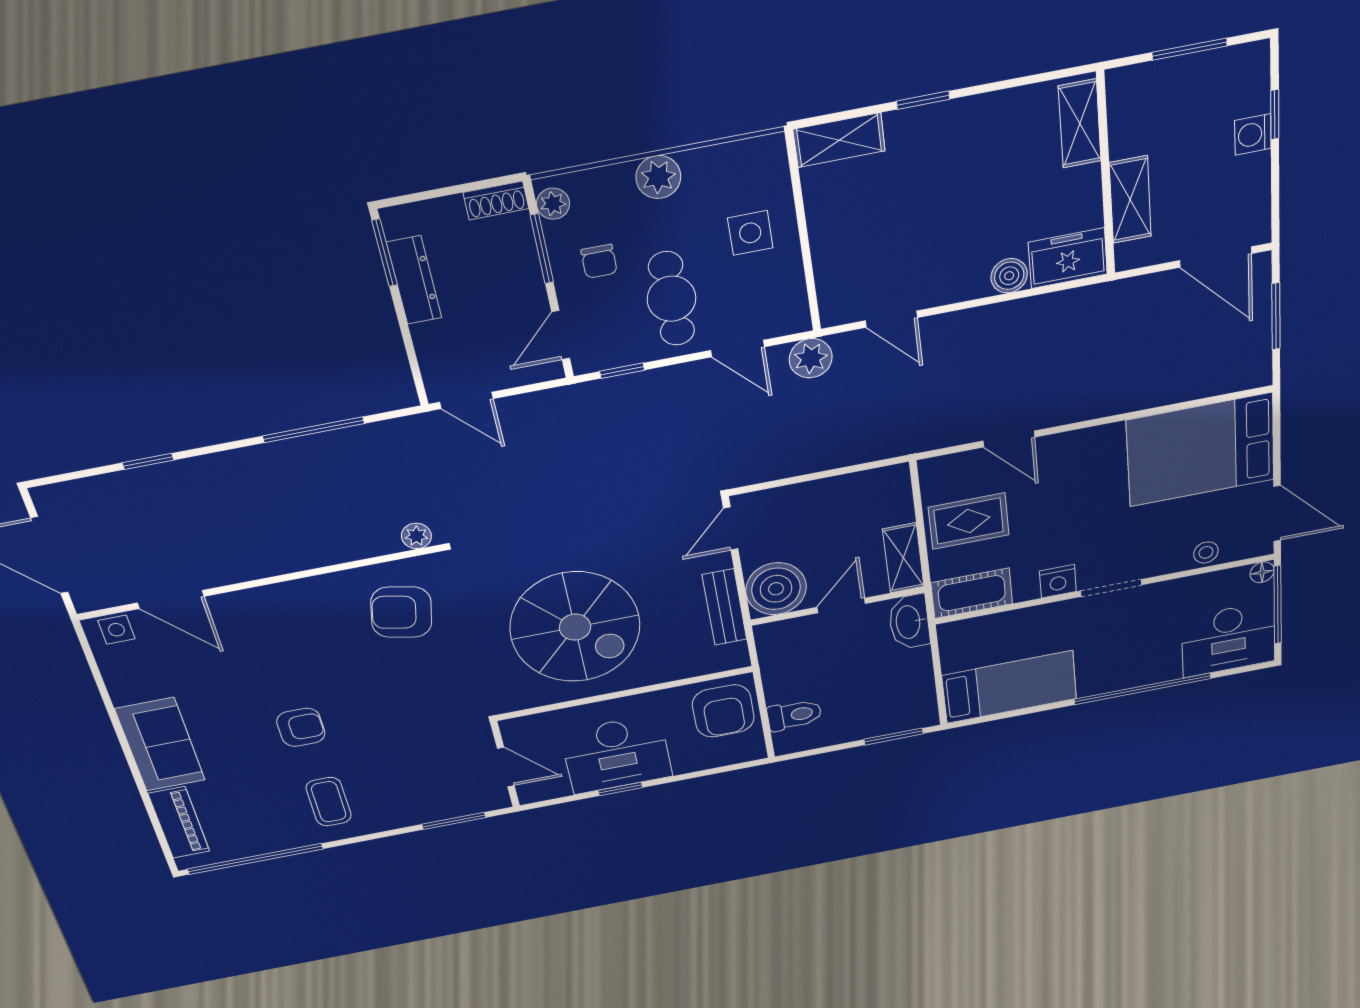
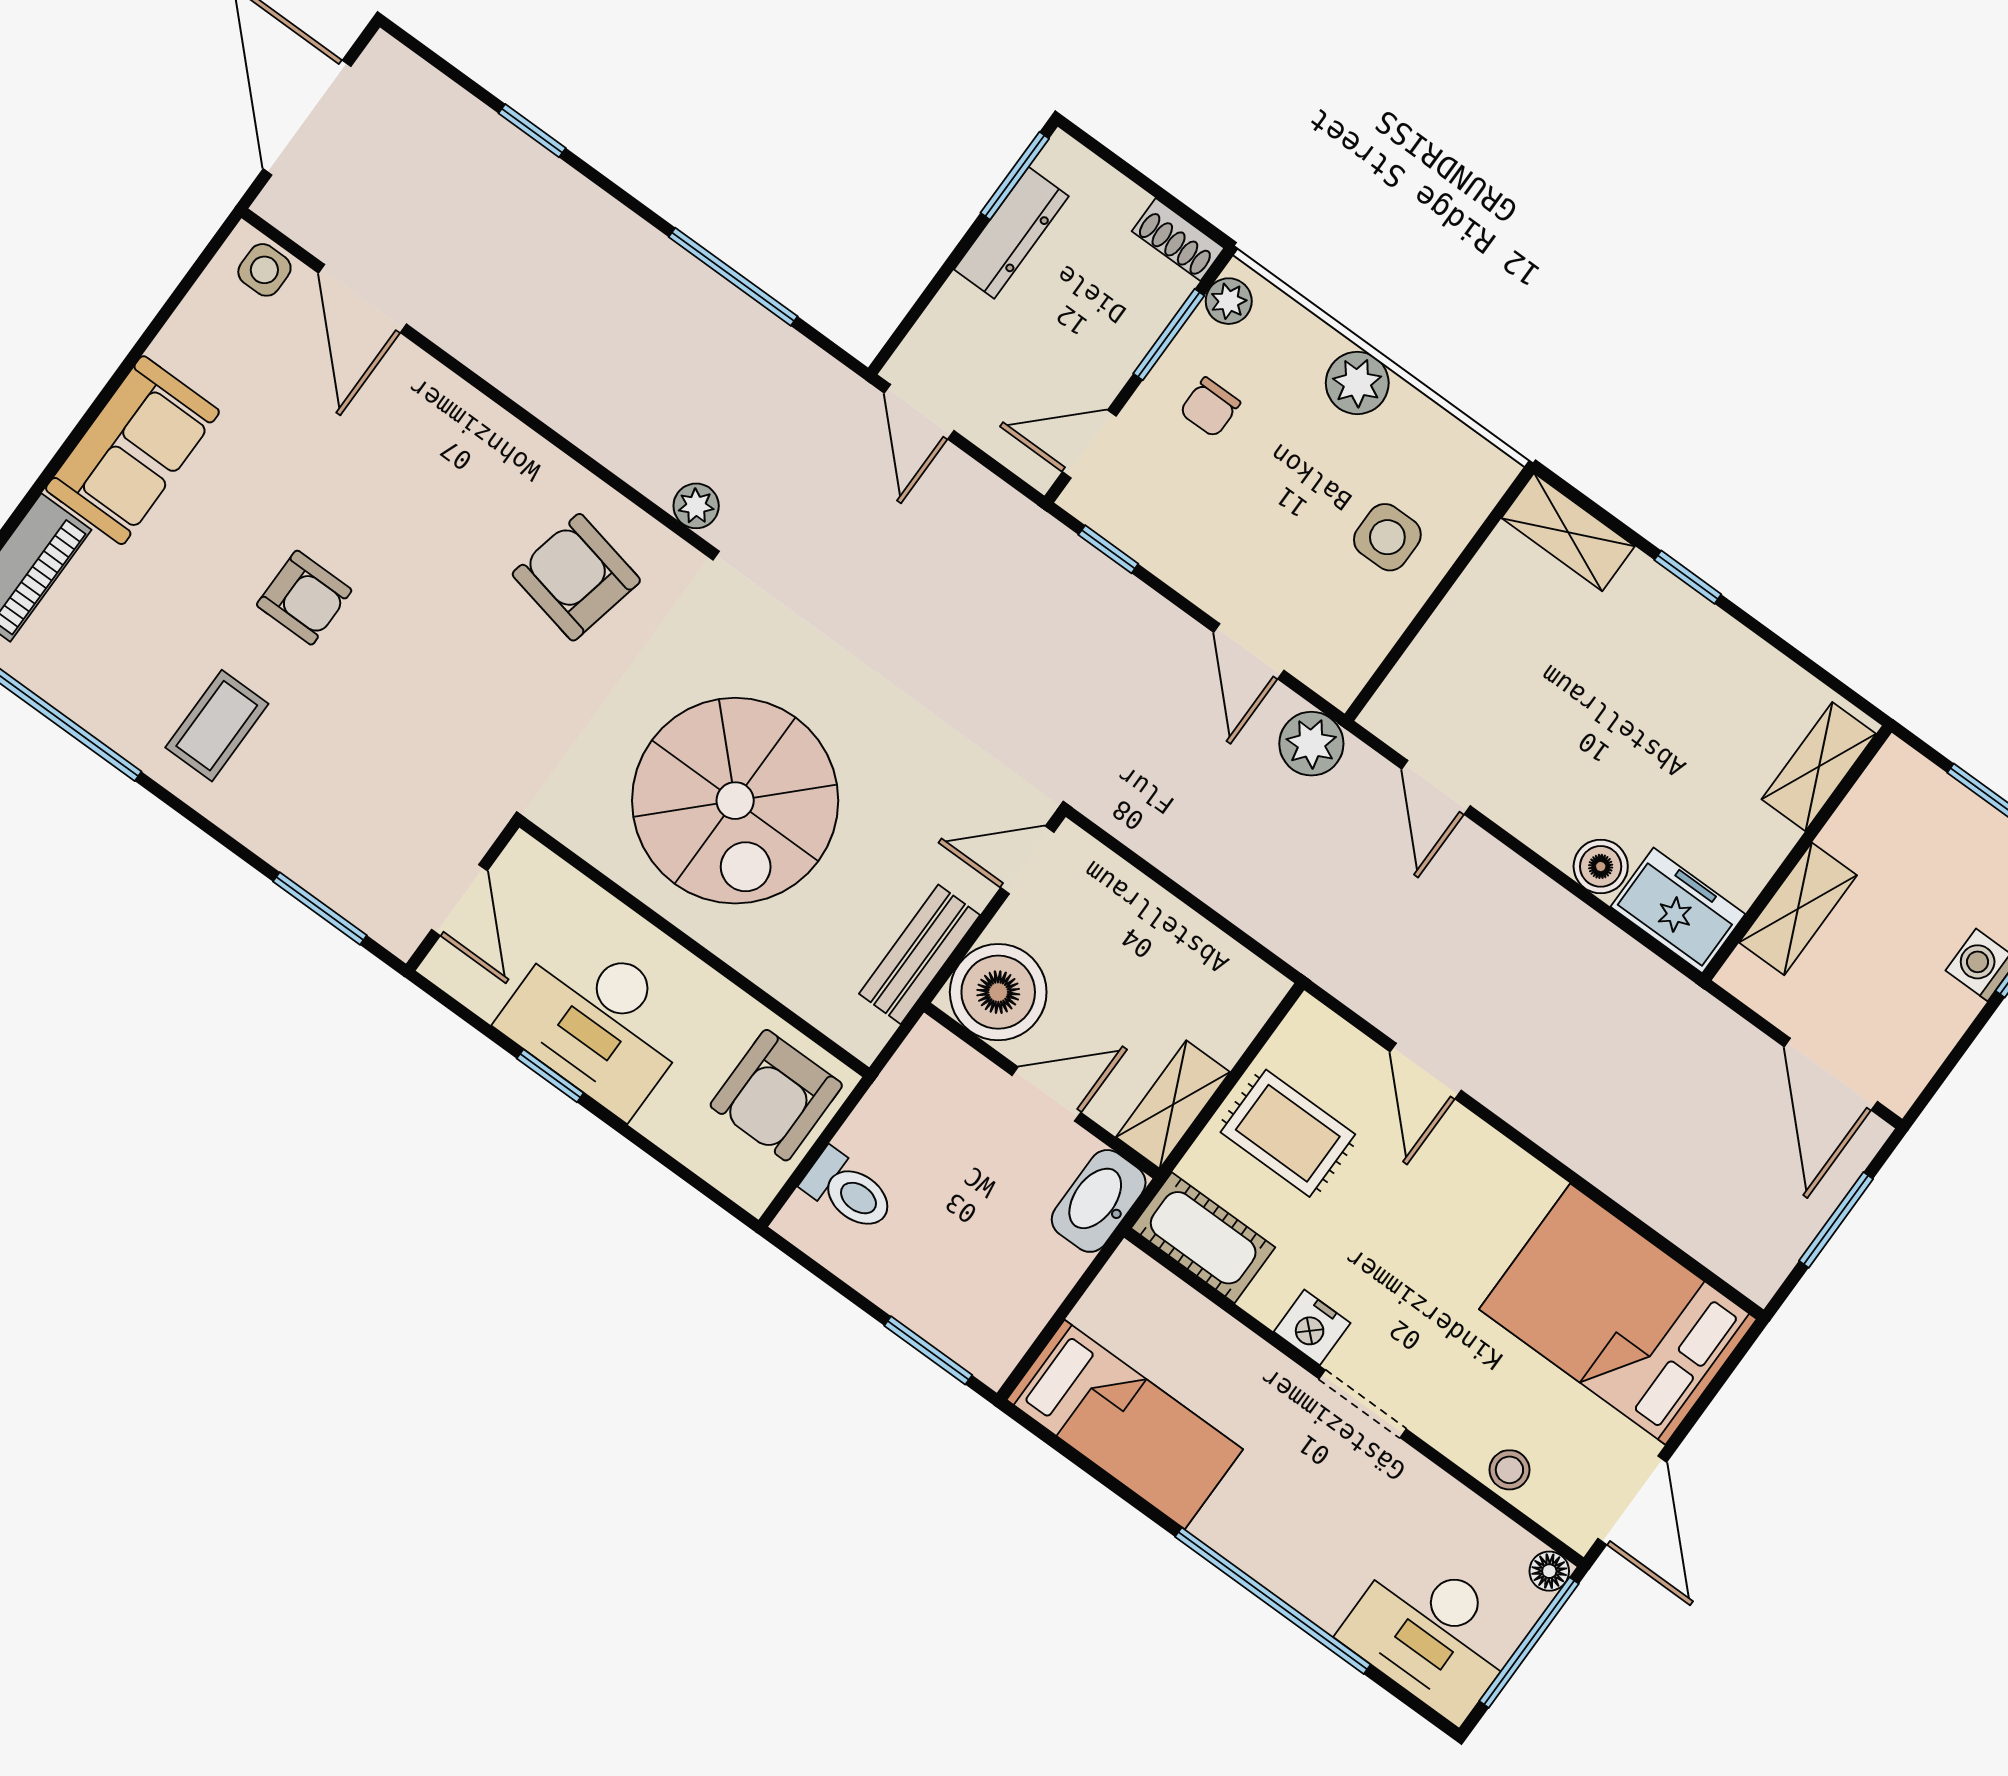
cafe table: (672, 299) -> (1239, 524), removed

